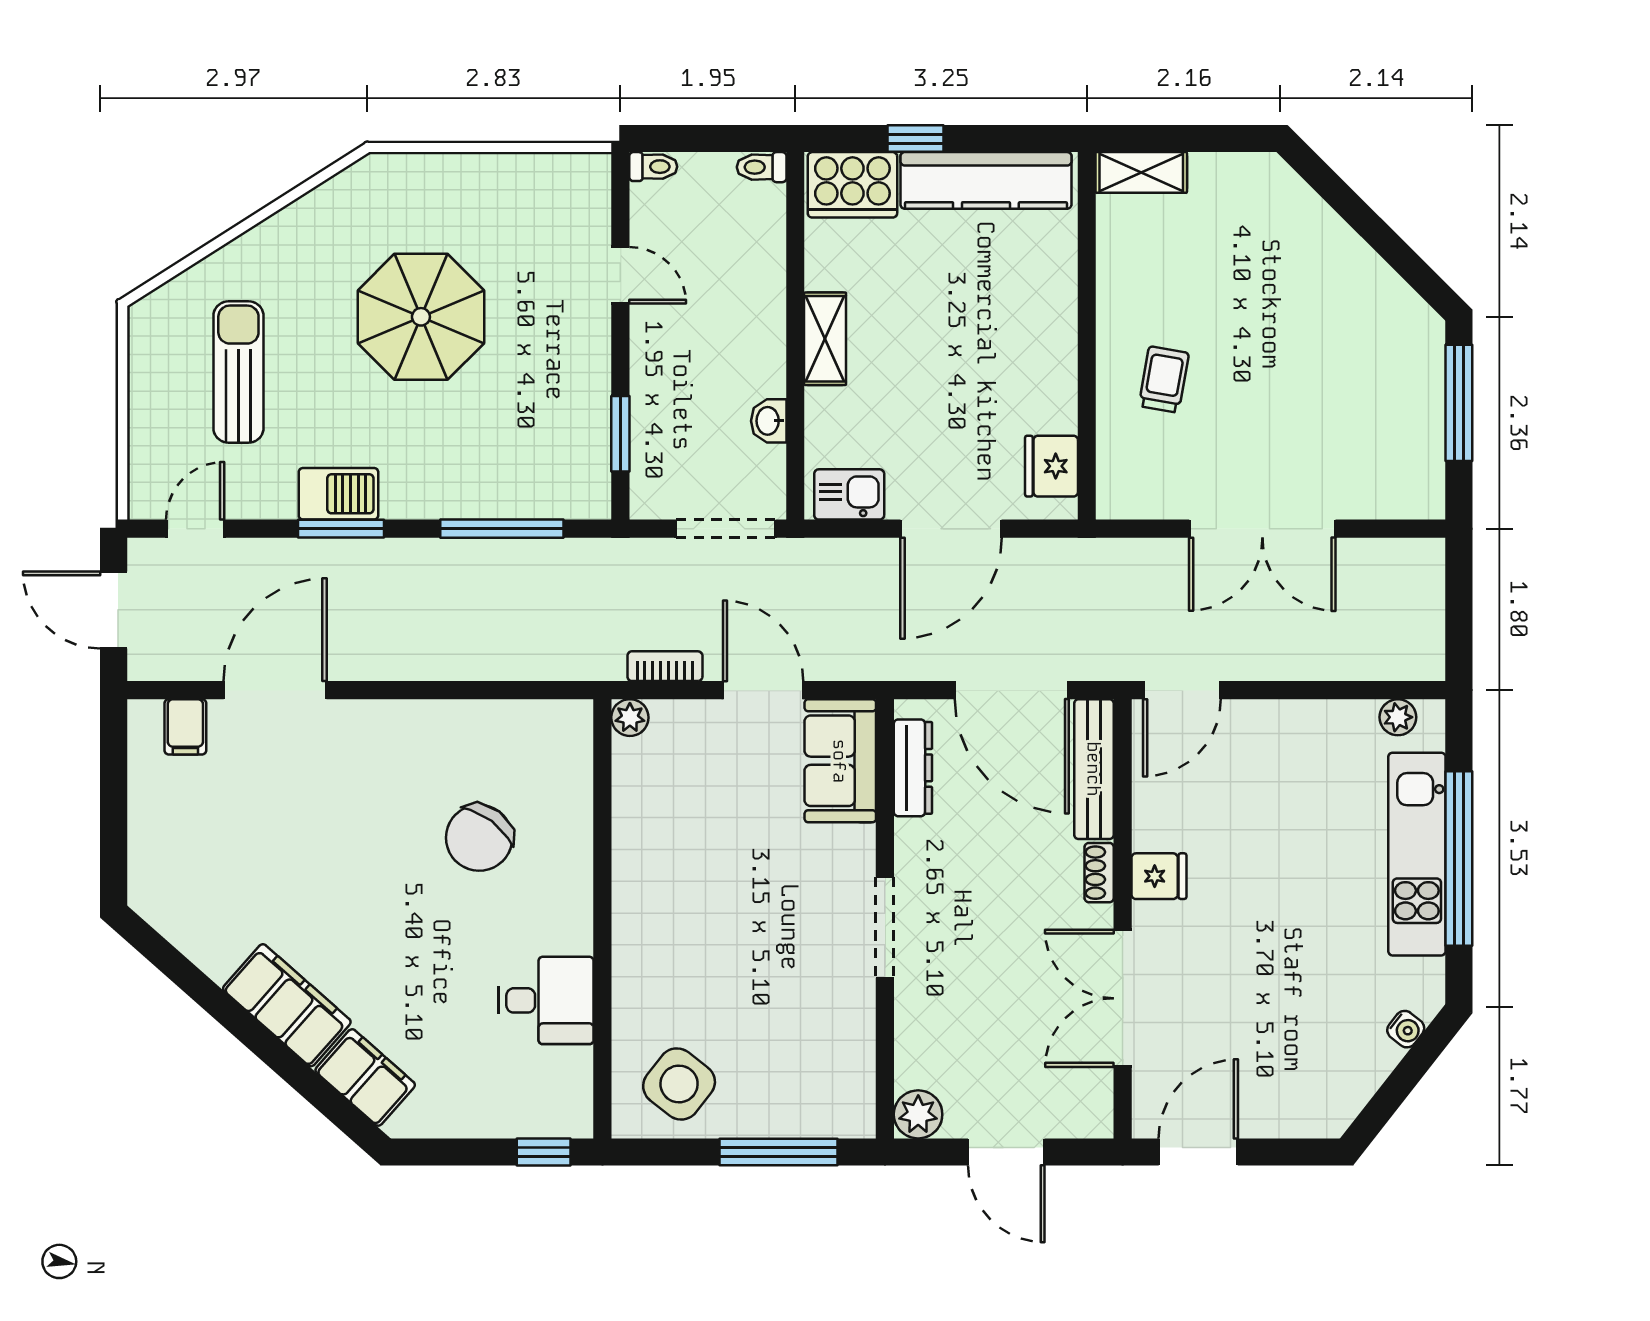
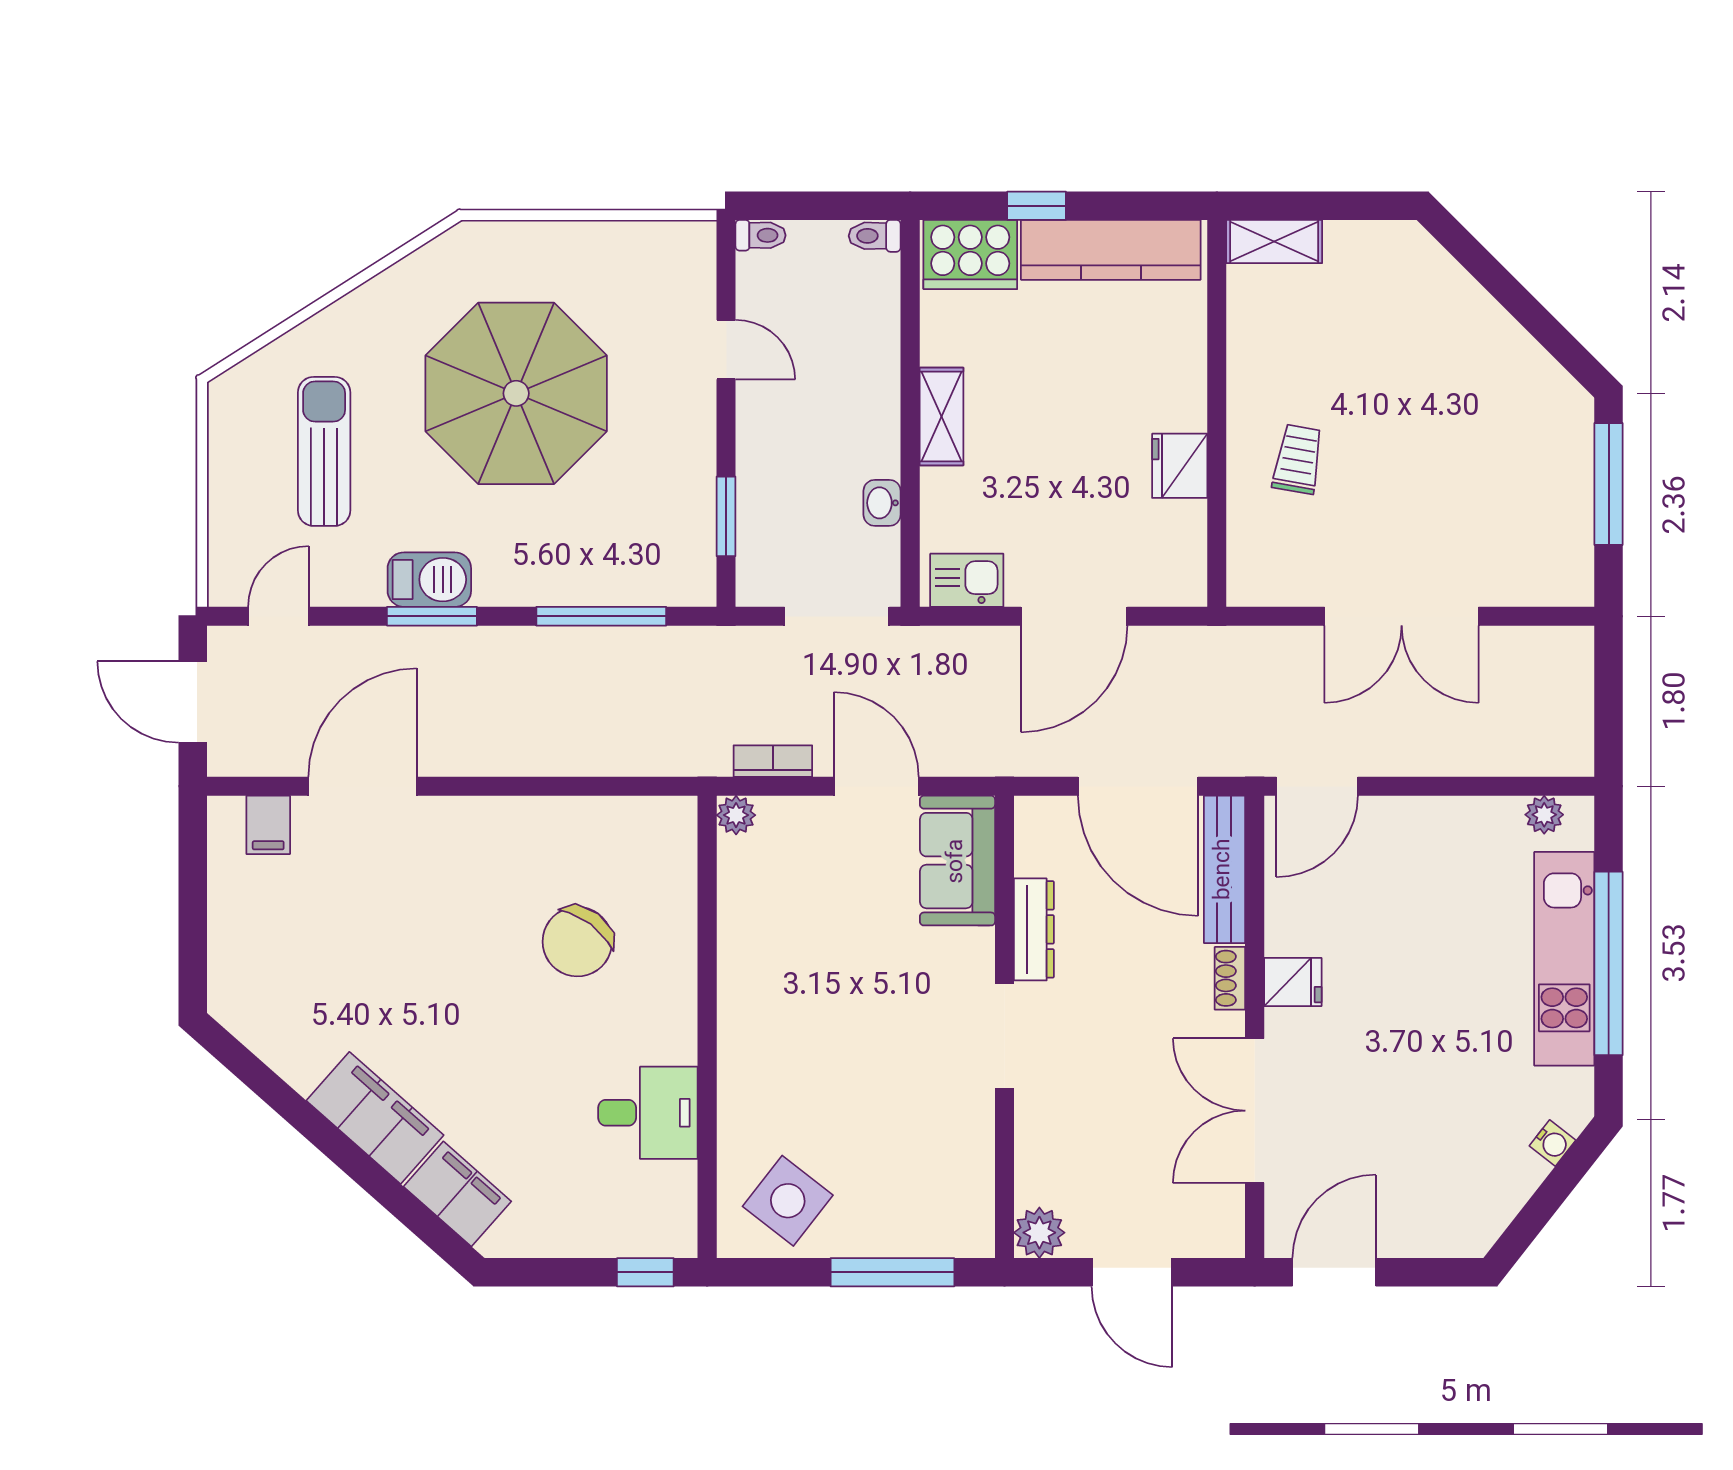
parasol: (421, 317) -> (516, 393), width x1.36, depth x1.36
fridge: (1051, 466) -> (1180, 466), moved
dresser: (913, 768) -> (1034, 929), moved

